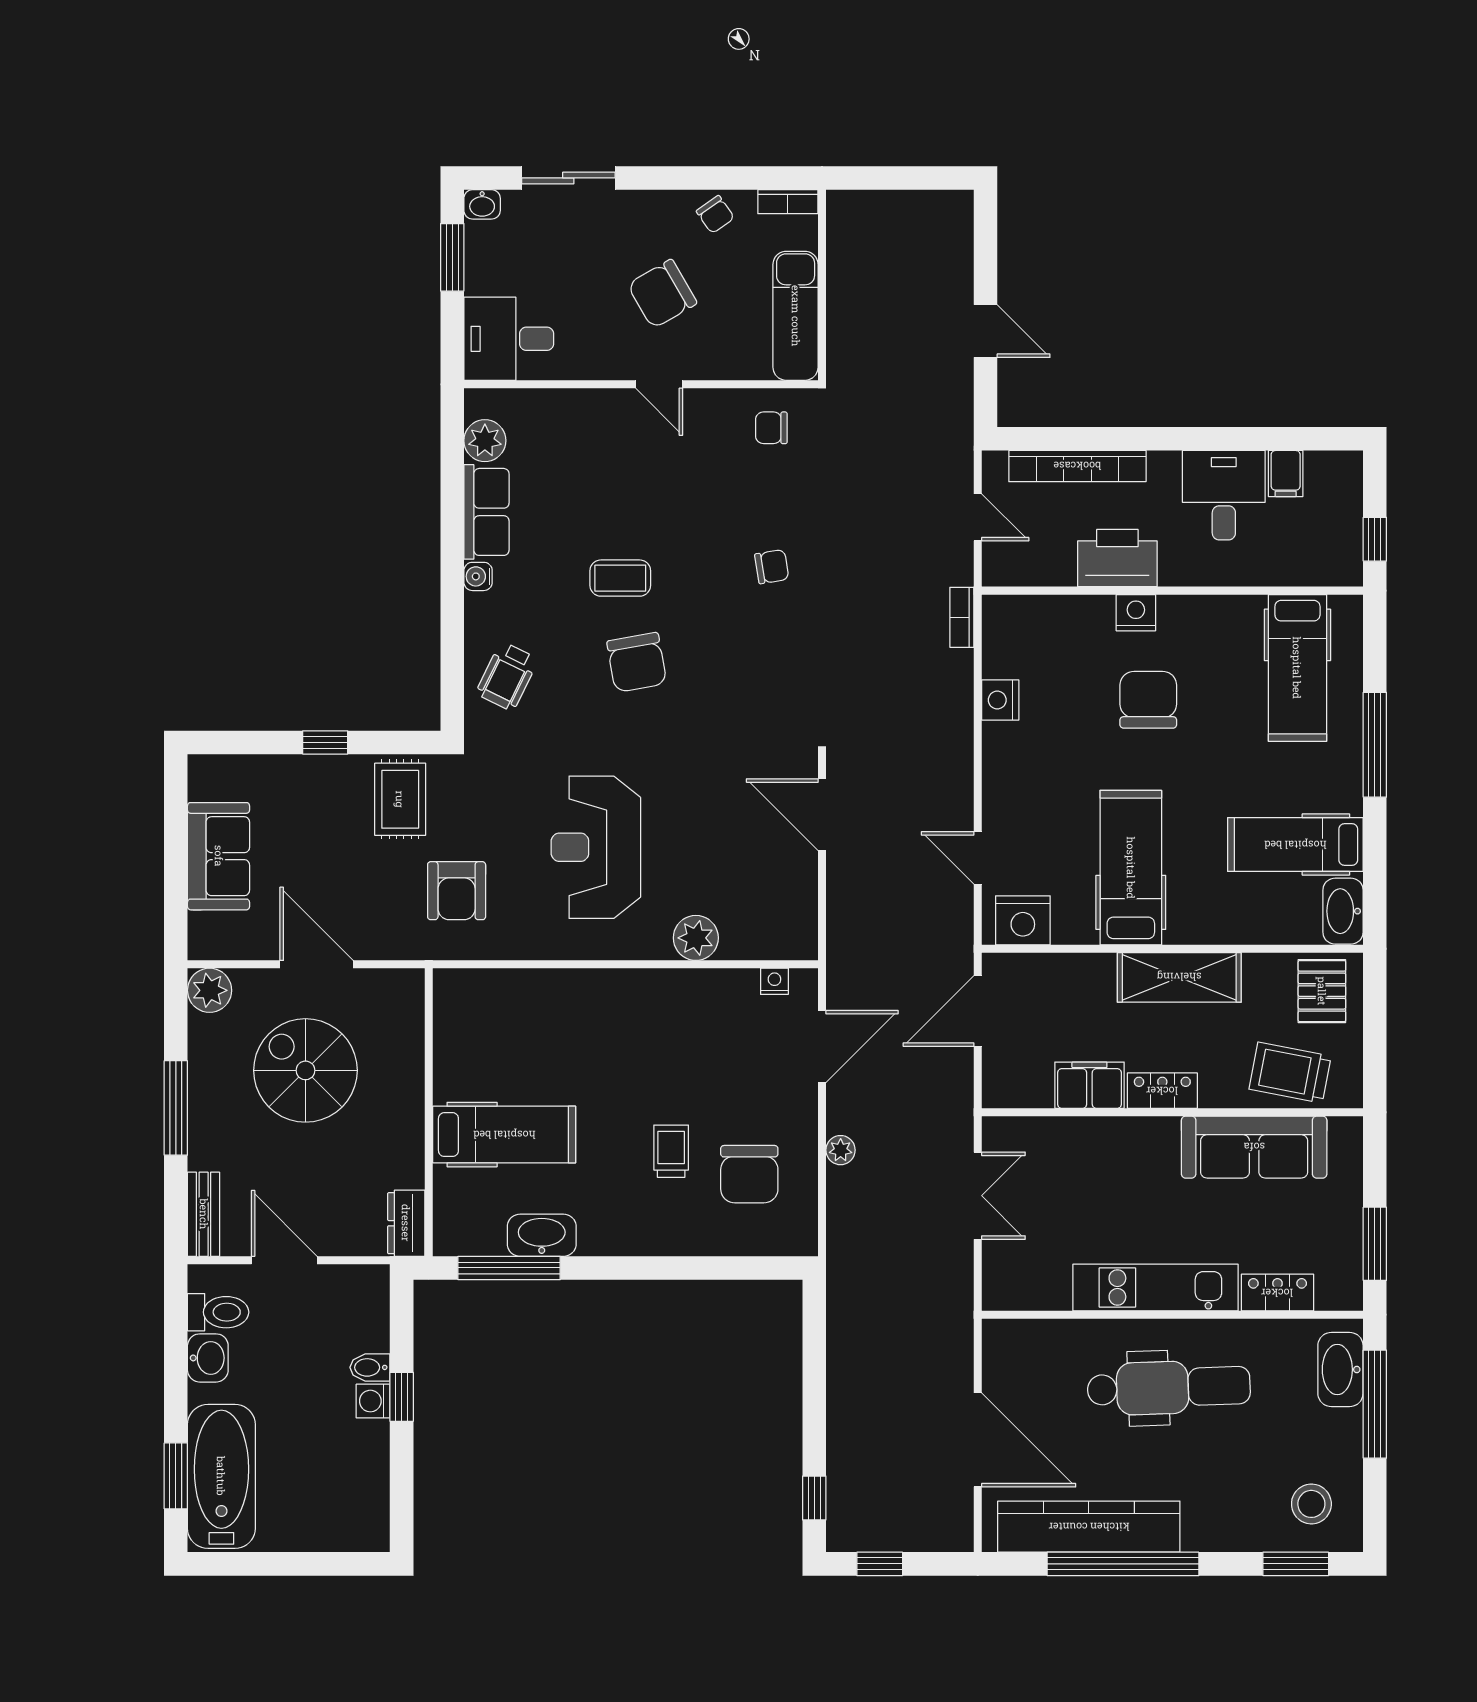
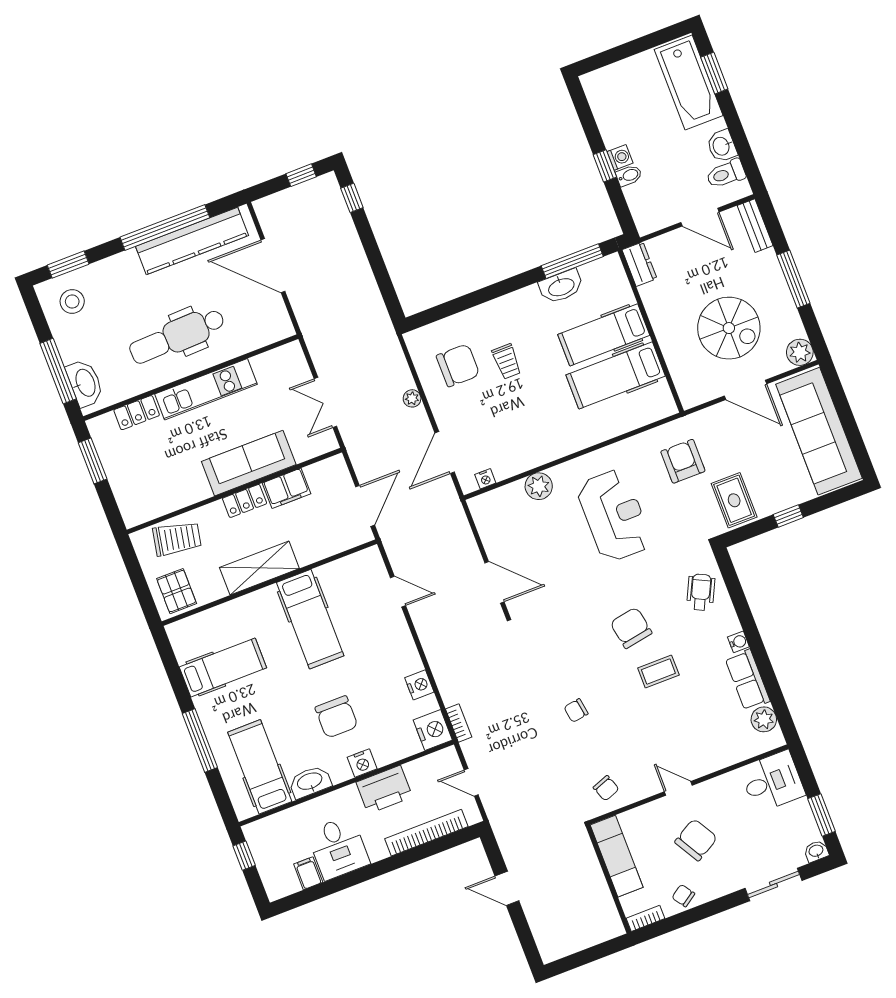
chair: (771, 428) -> (606, 788), turned 70
sofa: (219, 856) -> (819, 431), width x1.85, depth x1.27
washbasin: (1343, 911) -> (310, 782), moved, turned -90
nightstand: (1023, 920) -> (433, 730), moved, turned 90
hospital bed: (510, 1064) -> (616, 375), added
sofa: (1254, 1147) -> (249, 463), moved
chair: (749, 1174) -> (458, 365), turned 90

